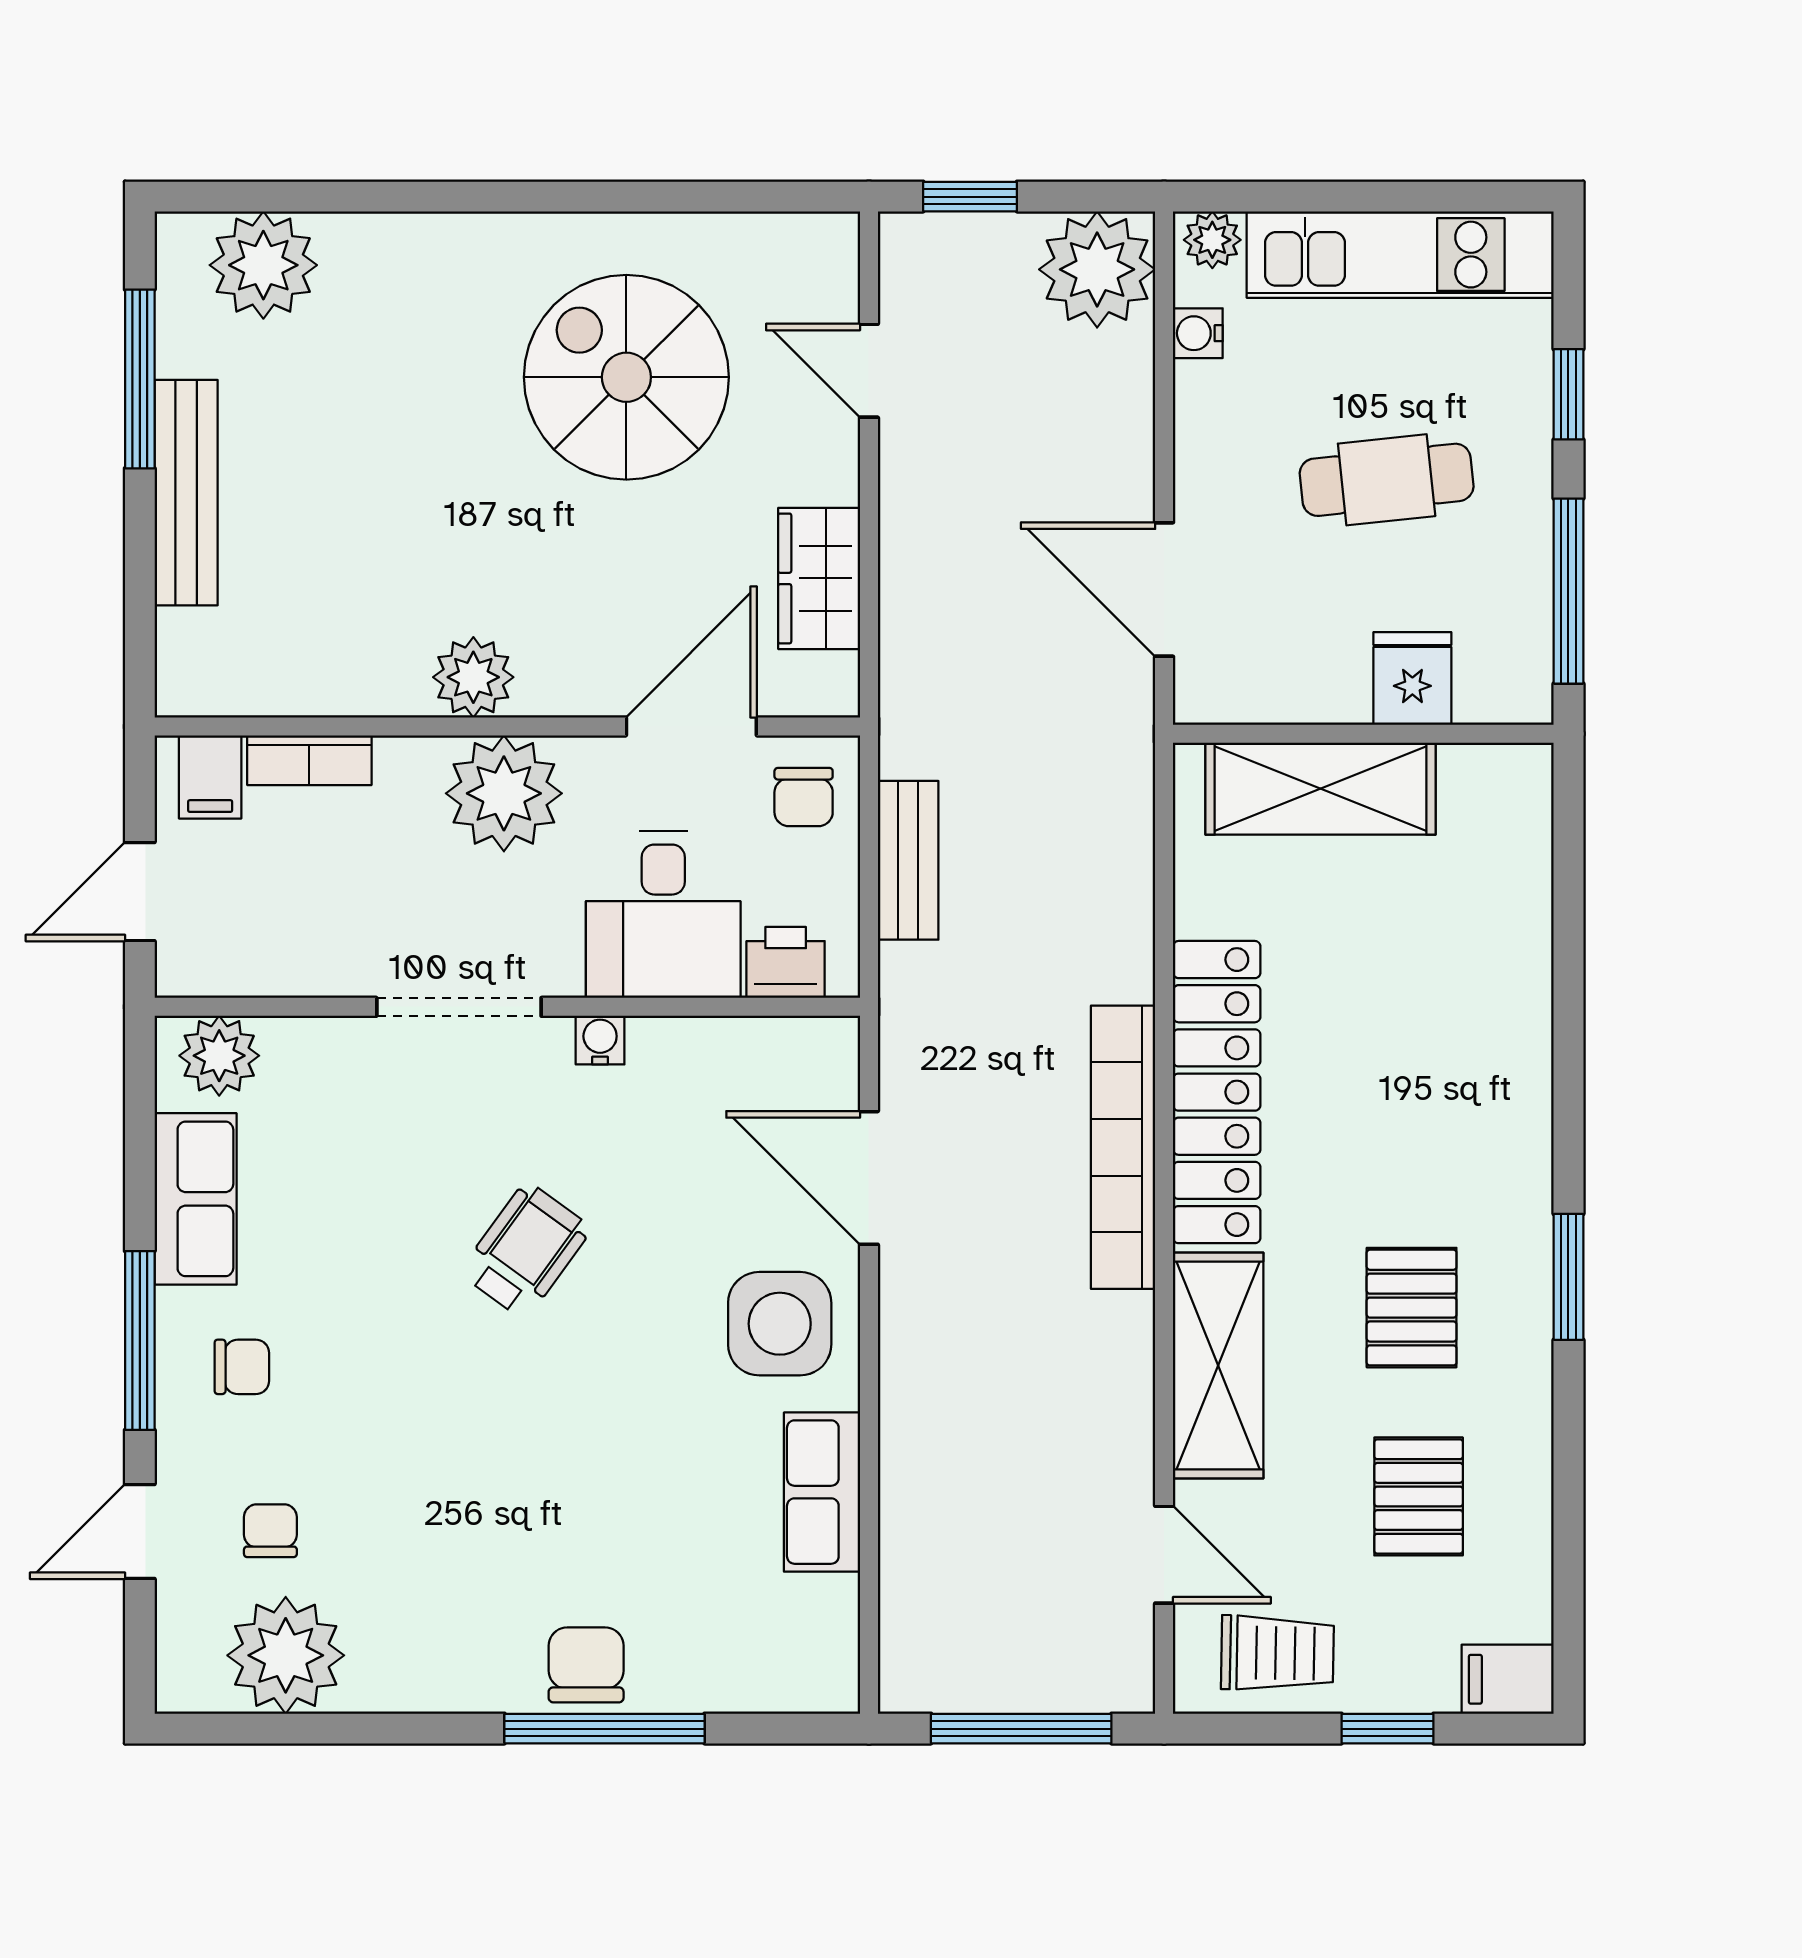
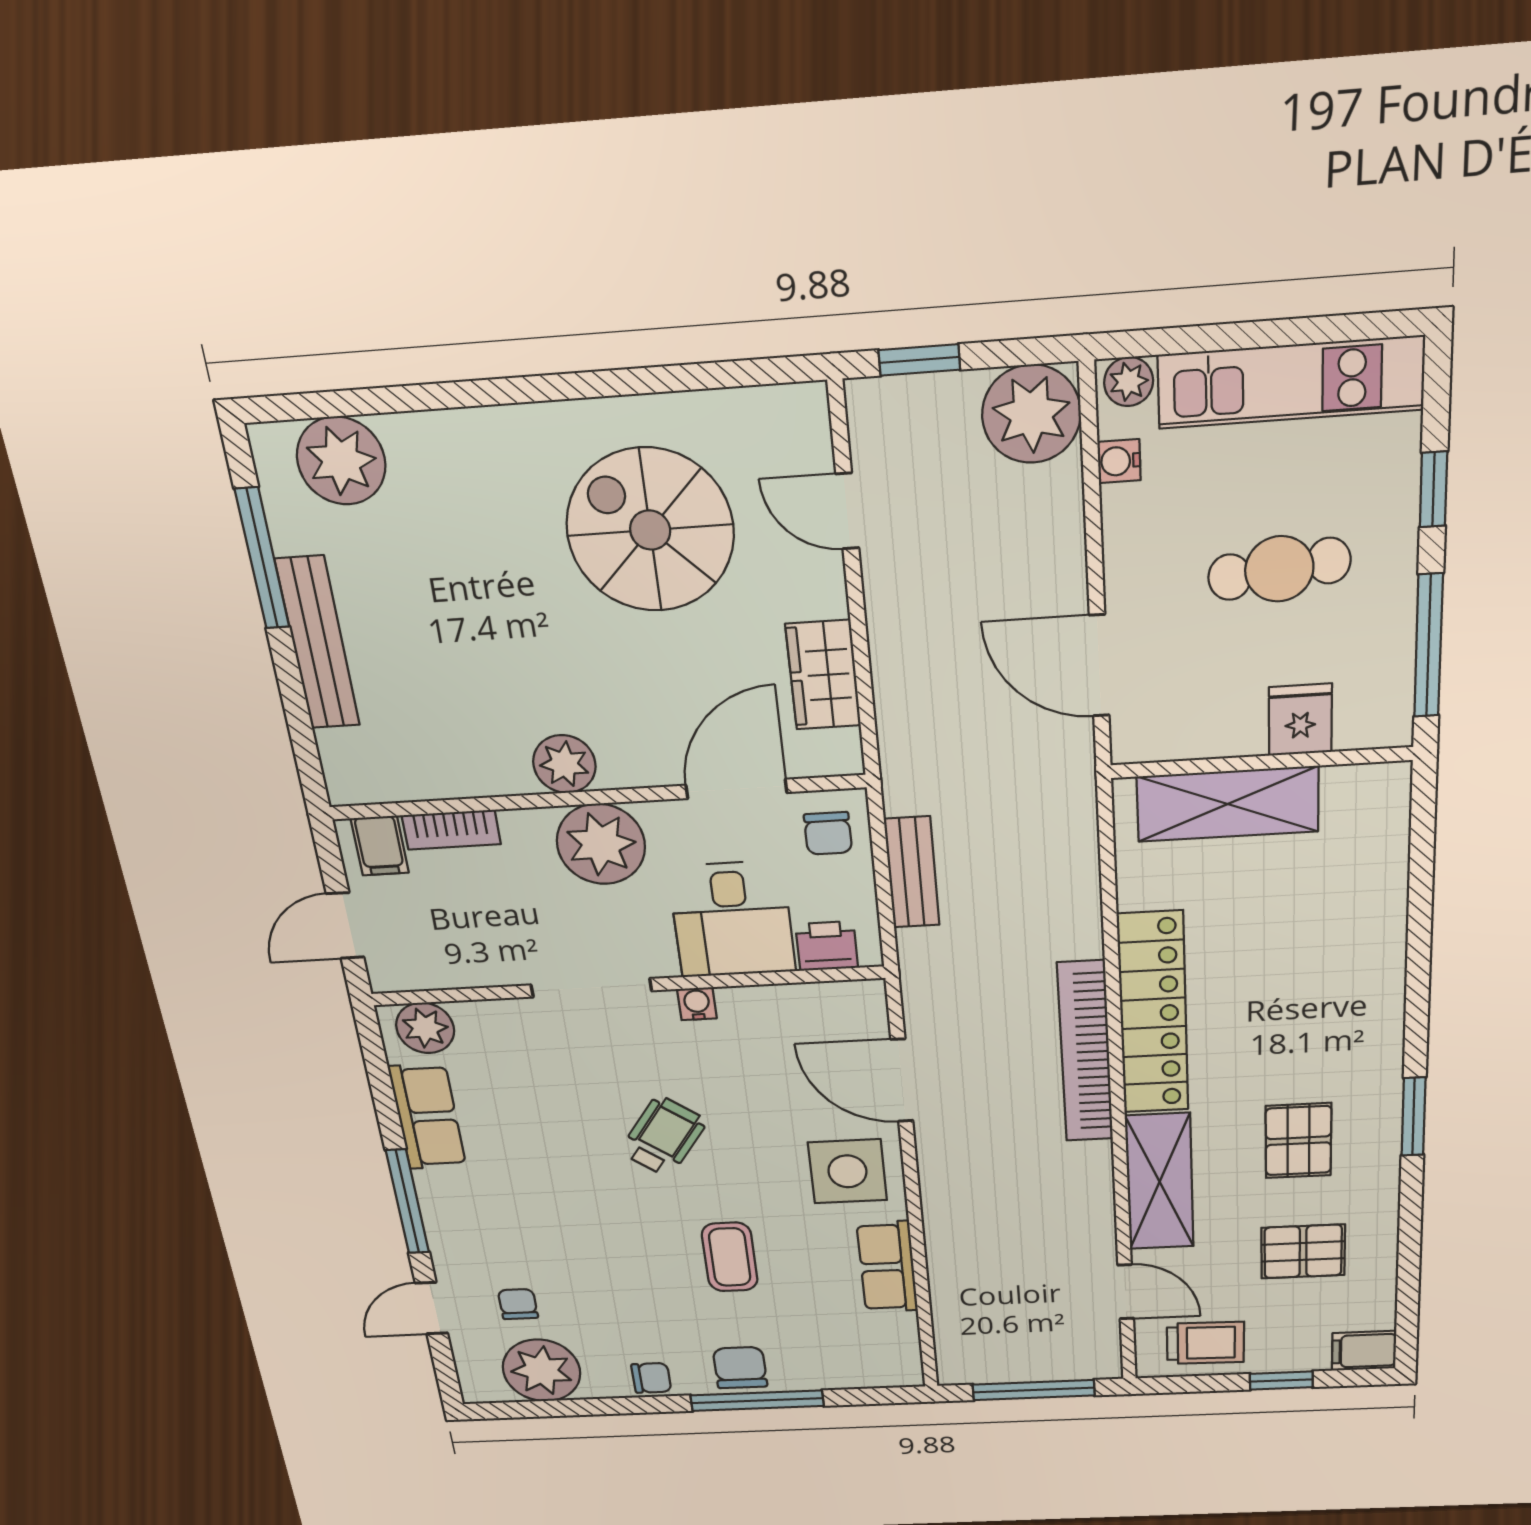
chair: (242, 1367) -> (651, 1378), moved
coffee table: (595, 1463) -> (730, 1257), added
pallet: (1419, 1496) -> (1303, 1251), turned 90

